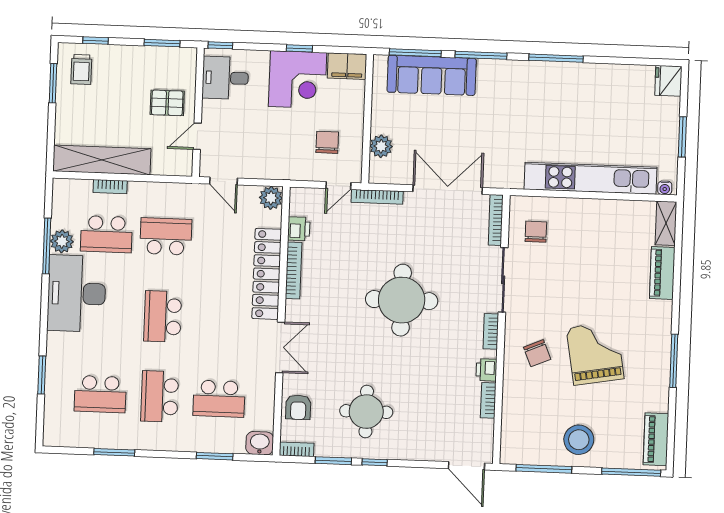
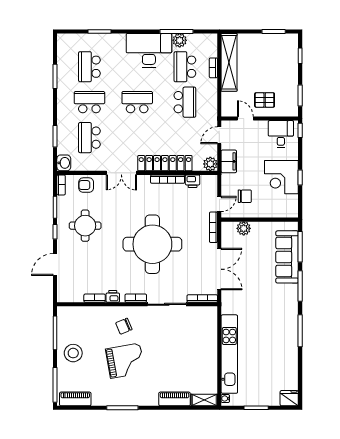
filing cabinet: (347, 66) -> (229, 161), moved, turned 180
trolley: (81, 69) -> (283, 48), removed
pallet: (167, 103) -> (265, 100), turned 90
door: (338, 185) -> (219, 204), swing flipped
chair: (536, 232) -> (196, 323), removed
round table: (402, 300) -> (152, 244), width x1.36, depth x1.36
door: (466, 466) -> (55, 265), moved

